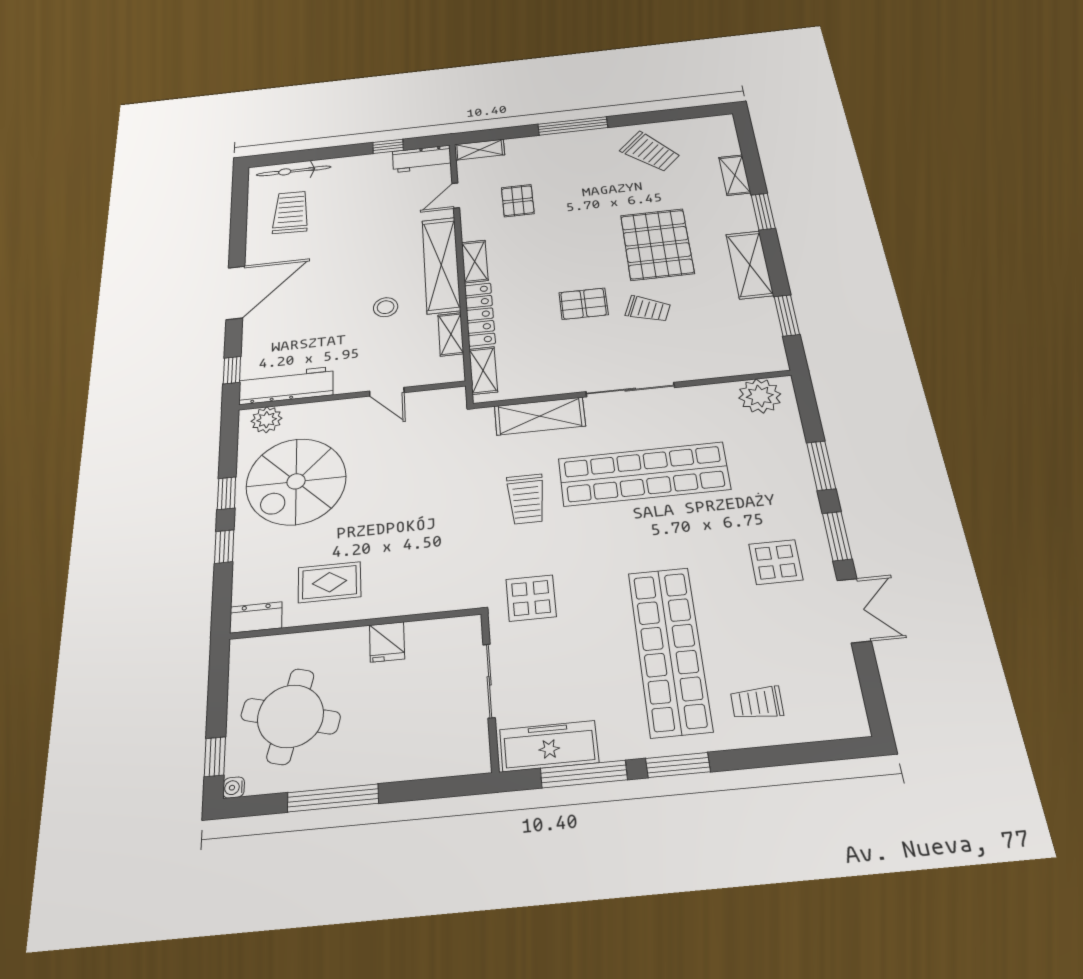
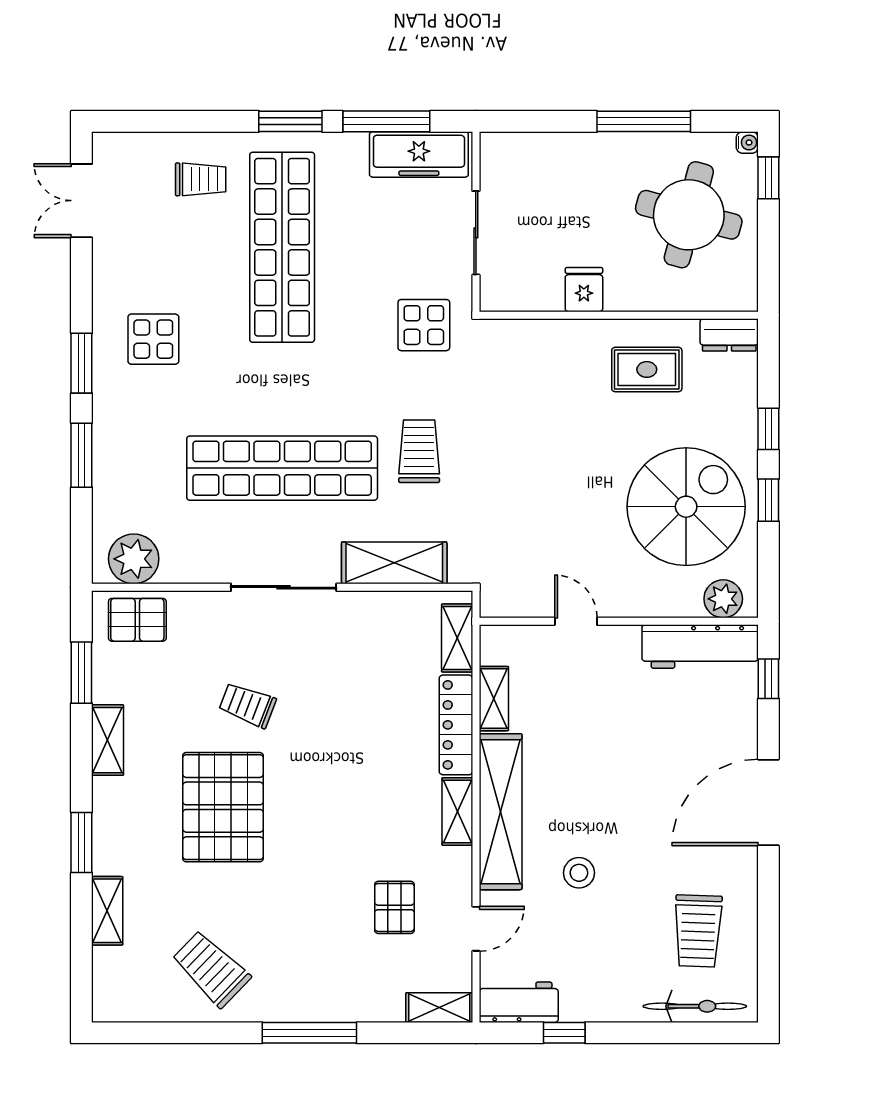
shelving: (750, 265) -> (108, 740), width x0.67, depth x0.75
pallet: (583, 304) -> (137, 620), moved
stool: (386, 307) -> (579, 873), moved
double door: (854, 610) -> (81, 201), moved

